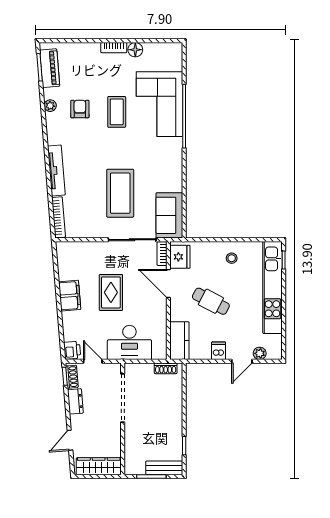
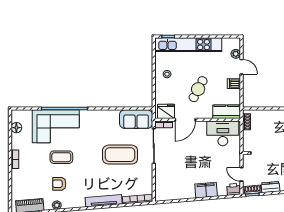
floor lamp: (135, 50) -> (16, 128), moved
rug: (111, 292) -> (192, 161), removed
filing cabinet: (70, 296) -> (206, 190), moved
desk: (129, 342) -> (223, 133), moved, turned -90
door: (93, 361) -> (241, 174), hinge flipped

